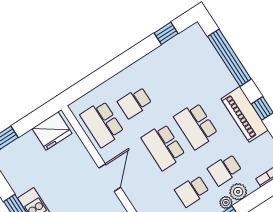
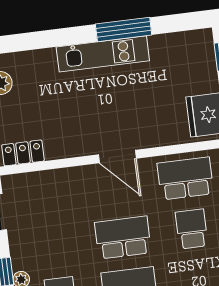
school desk: (192, 191) -> (54, 246), removed

